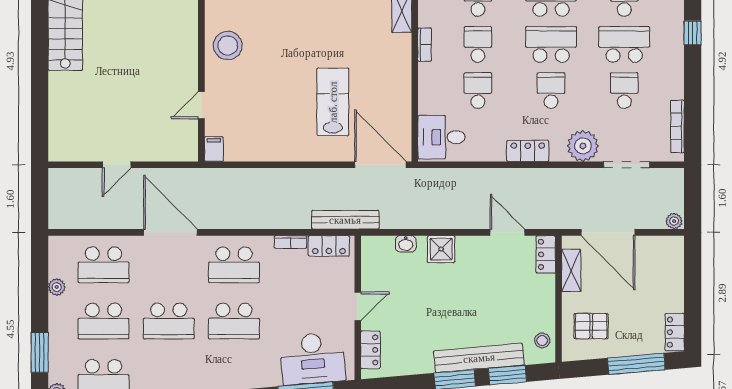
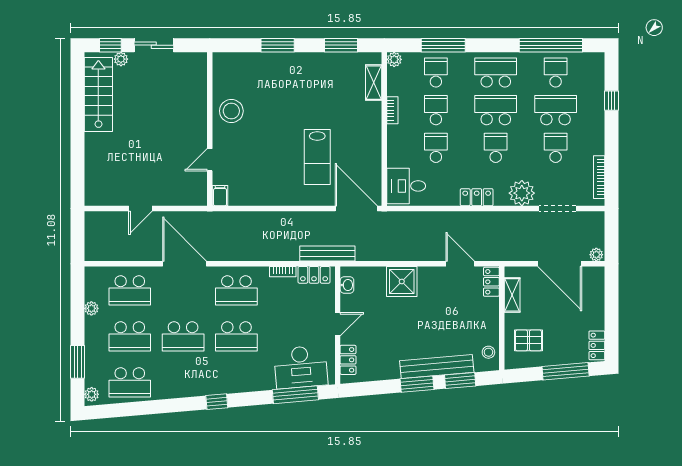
lab bench: (333, 102) -> (317, 157), turned 180
door: (608, 232) -> (560, 264), moved
washbasin: (406, 244) -> (347, 285), moved, turned -90
shower: (441, 249) -> (402, 281), width x1.36, depth x1.36

